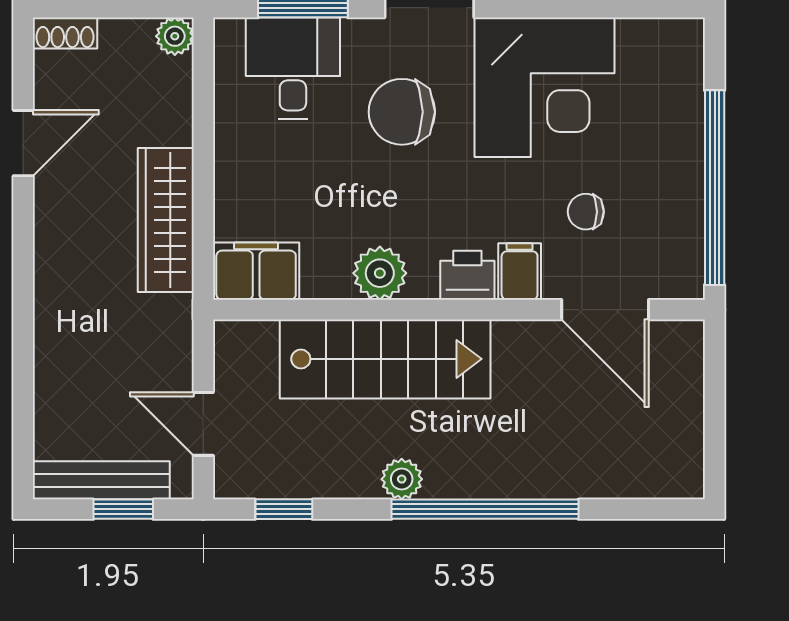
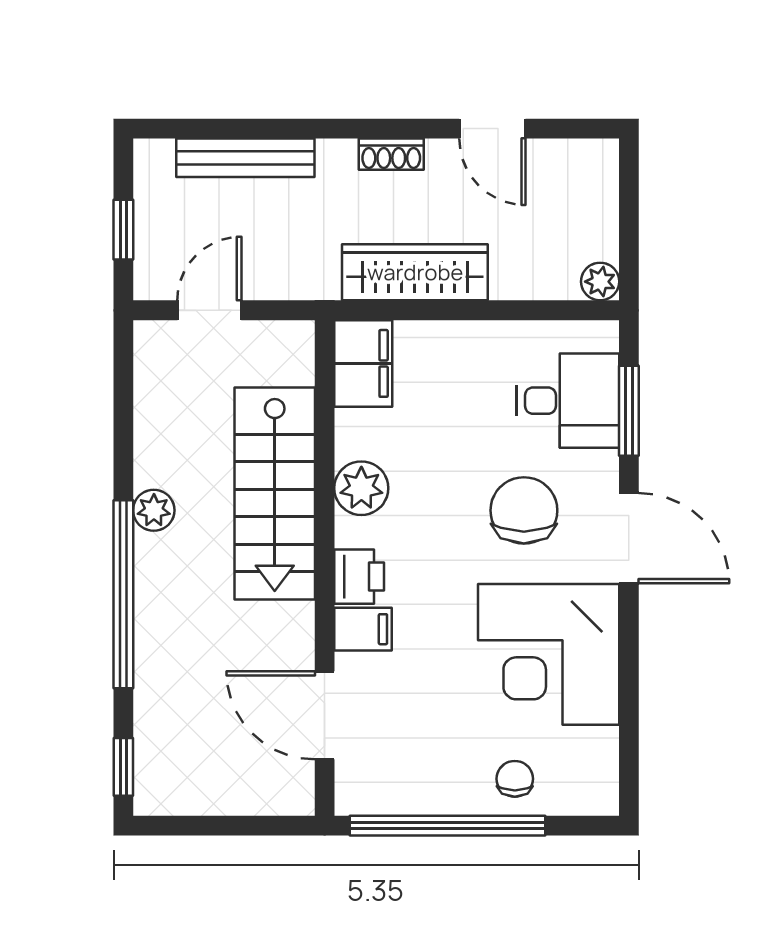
shoe rack: (65, 33) -> (391, 154), moved, turned -90
chair: (586, 212) -> (515, 779), moved
door: (605, 310) -> (325, 715), hinge flipped
bench: (101, 480) -> (245, 158), moved, turned 90
window: (284, 509) -> (123, 767), moved

